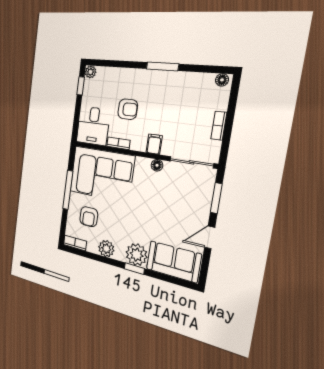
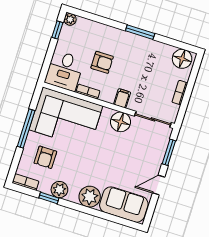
floor lamp: (222, 80) -> (182, 59), width x1.89, depth x1.89
floor lamp: (157, 165) -> (120, 122), width x1.89, depth x1.89
window: (134, 269) -> (49, 198), moved

